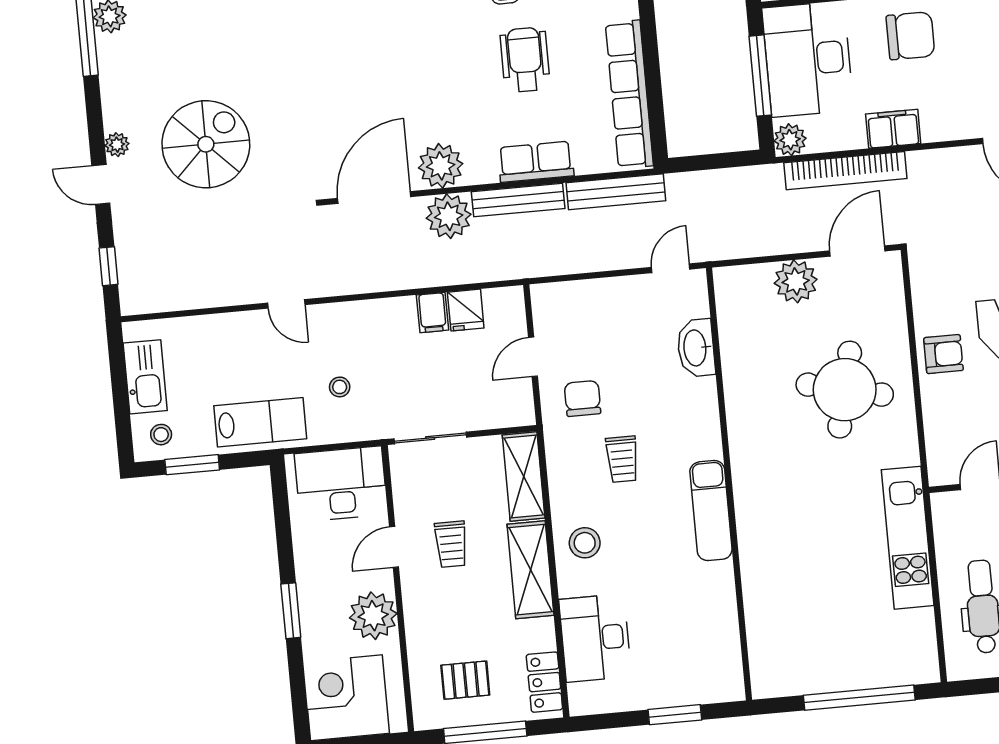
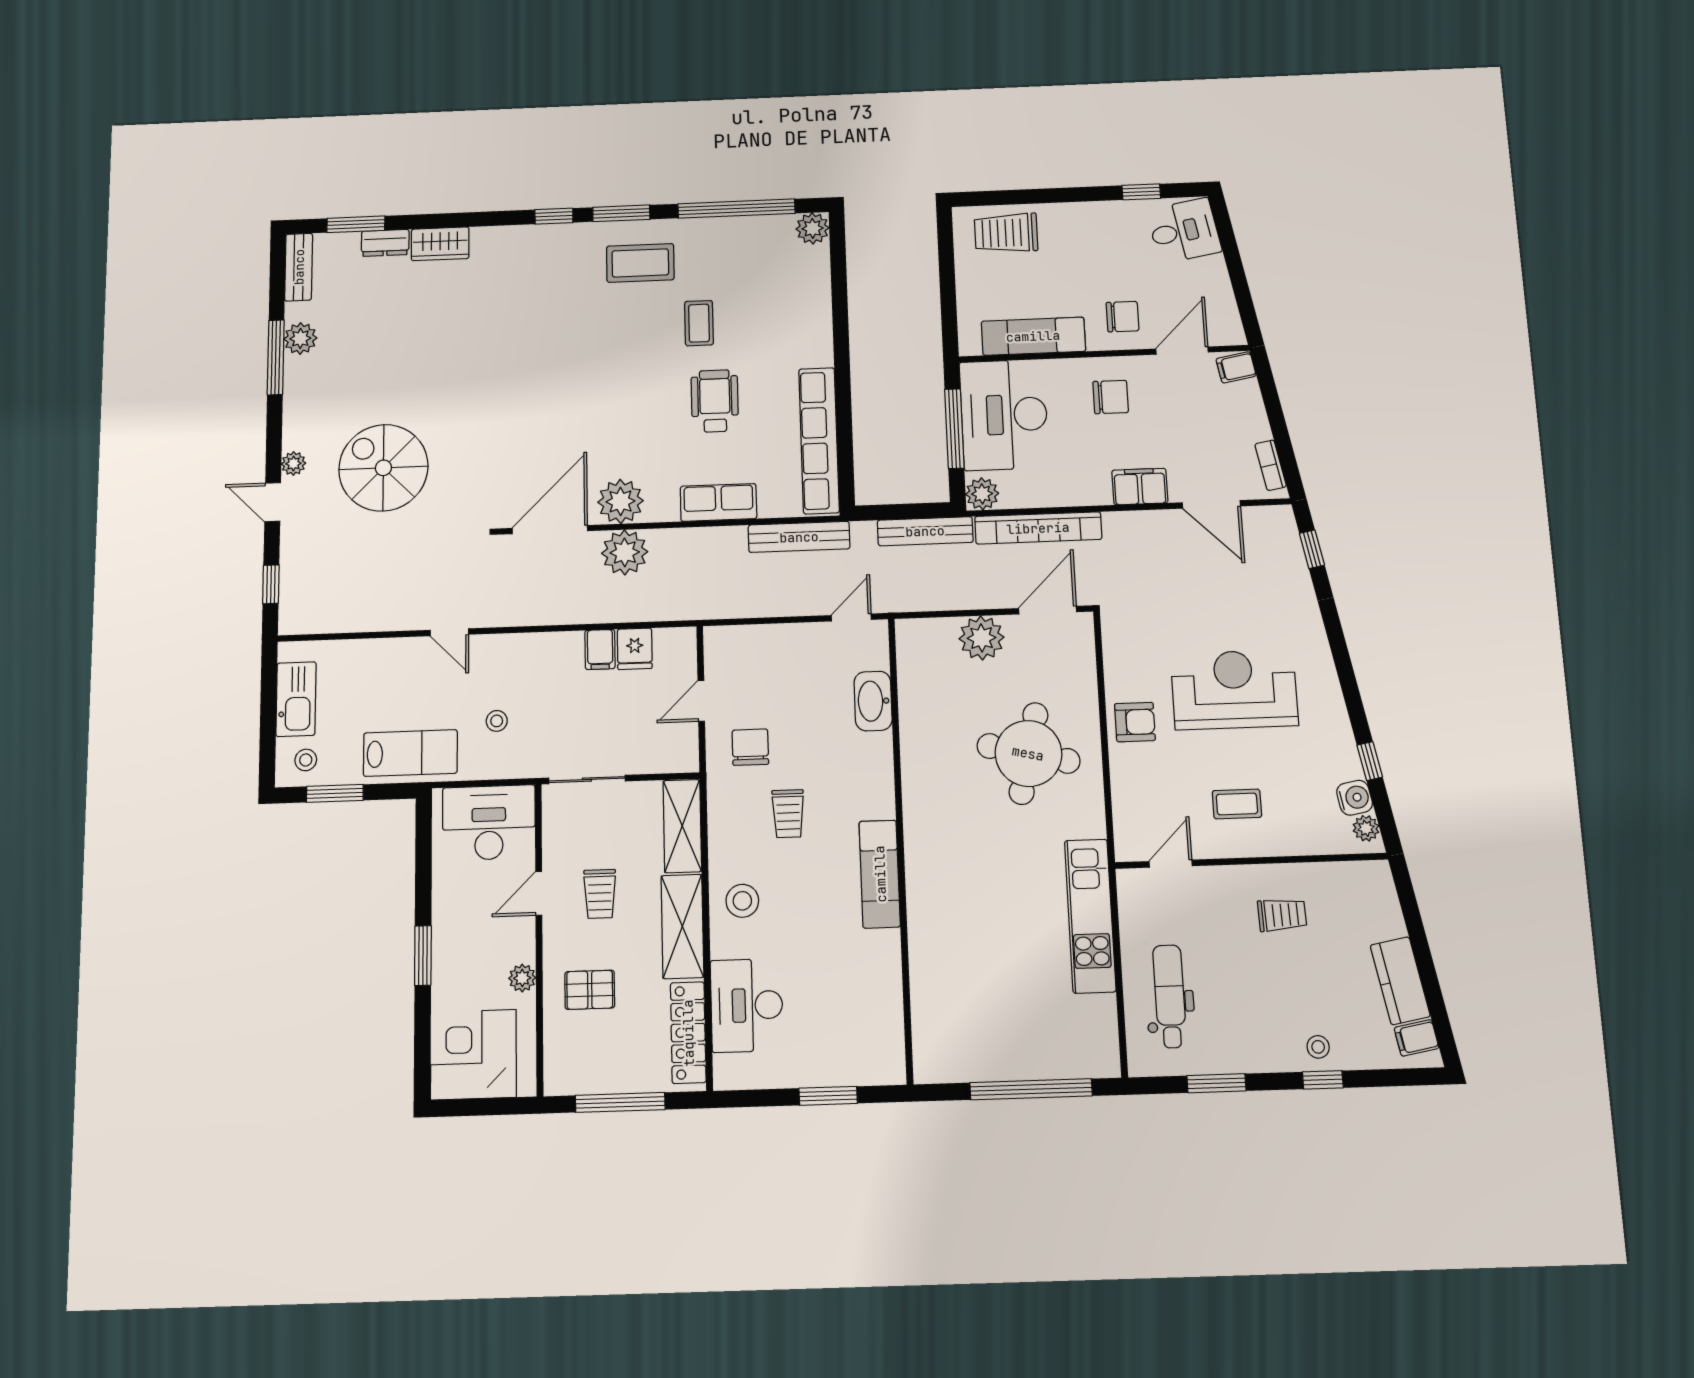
chair: (910, 36) -> (1111, 397), width x0.73, depth x0.73
filing cabinet: (893, 129) -> (1140, 487), moved
spiral stairs: (206, 144) -> (383, 468), turned -90
bench: (518, 200) -> (925, 531), moved
plant: (373, 616) -> (522, 978), width x0.53, depth x0.53
pallet: (465, 680) -> (590, 990), moved
locker: (544, 682) -> (688, 1033), width x1.53

